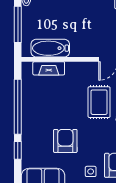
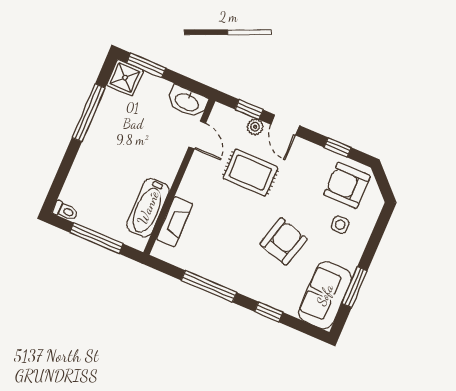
window: (18, 107) -> (209, 286), width x0.68
armchair: (65, 141) -> (284, 241), turned 106

